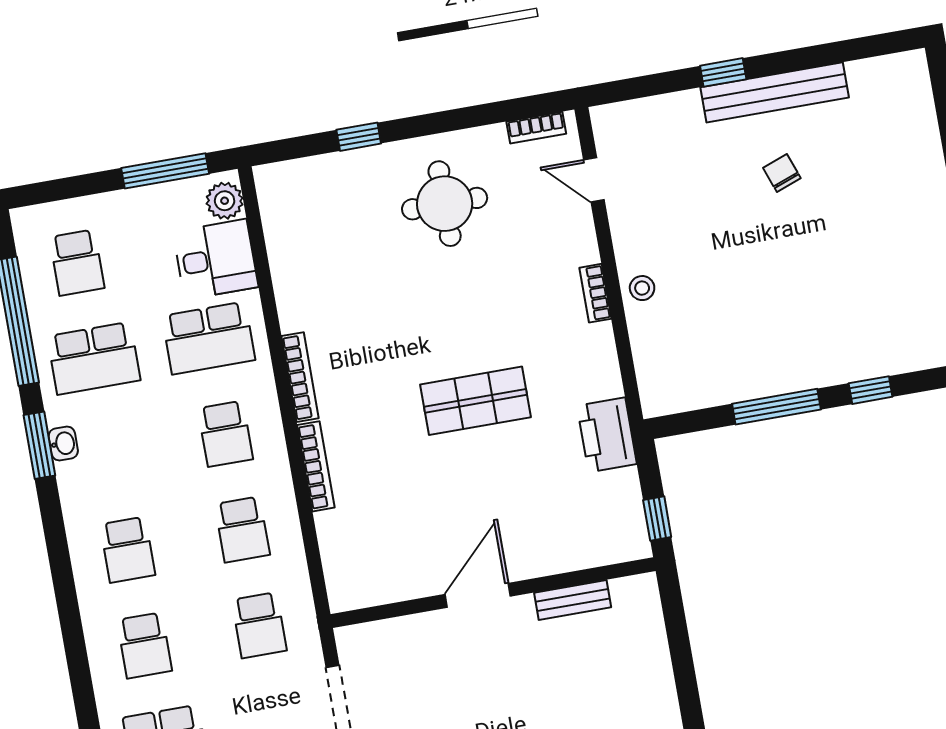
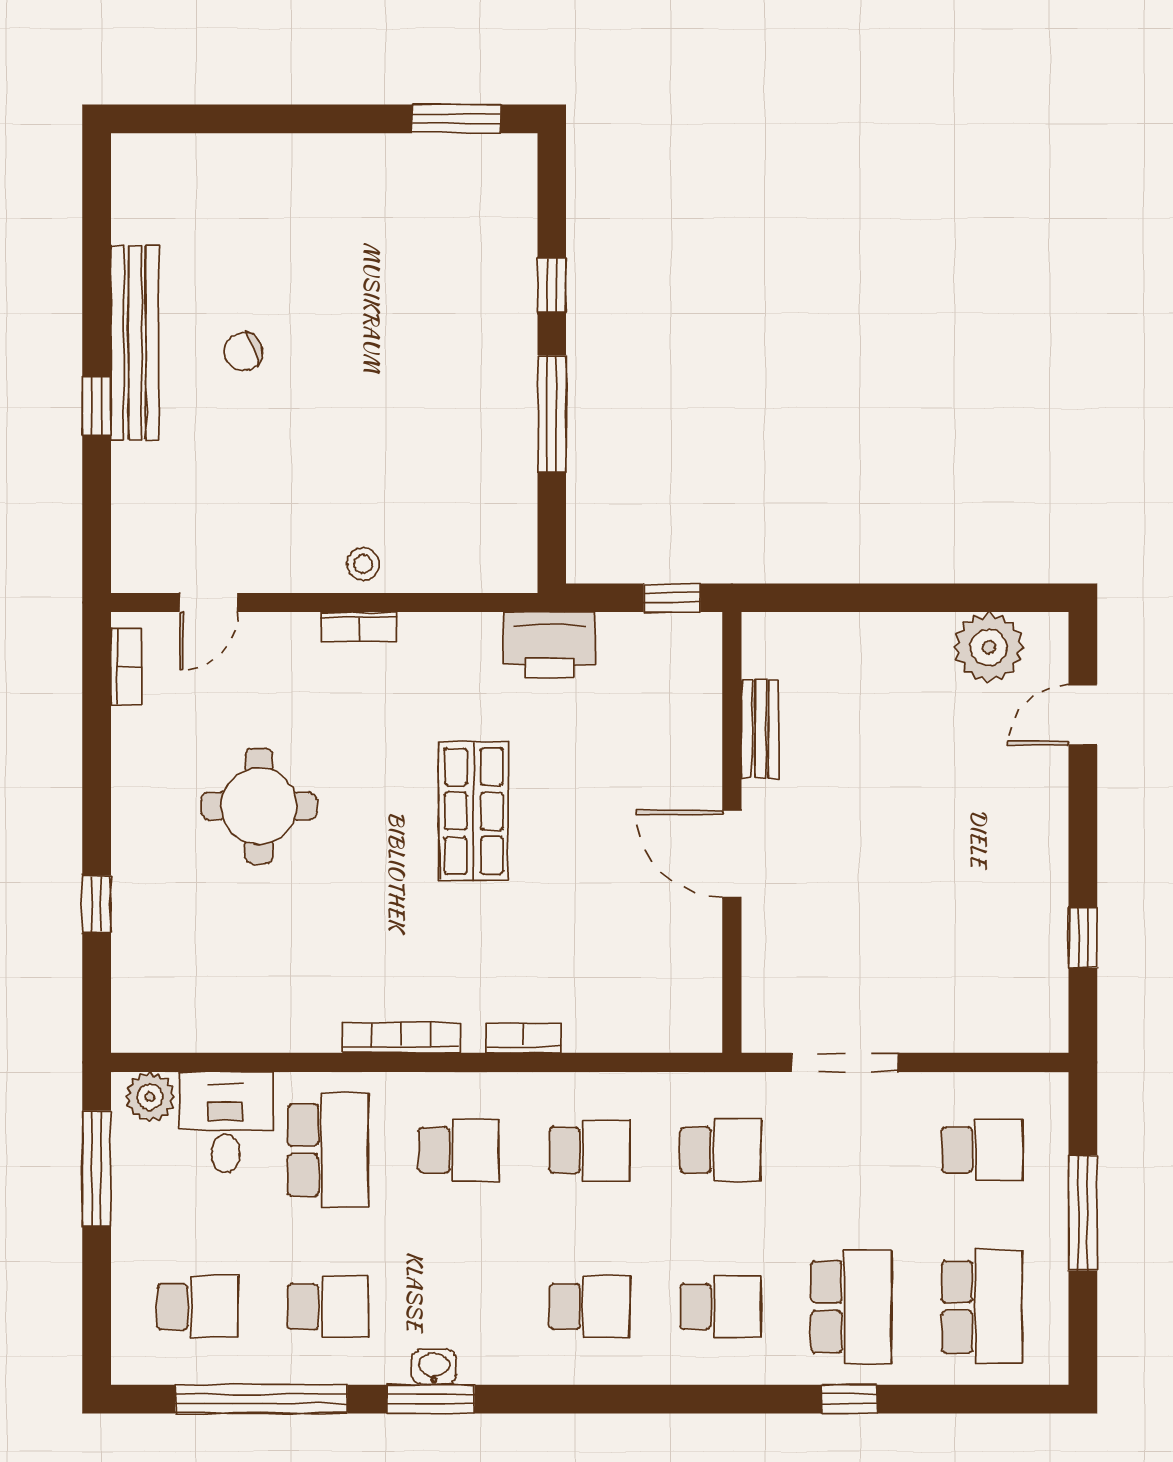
round table: (445, 204) -> (259, 806), moved
school desk: (94, 358) -> (328, 1307), width x0.54
bookcase: (316, 466) -> (523, 1038), width x0.64

